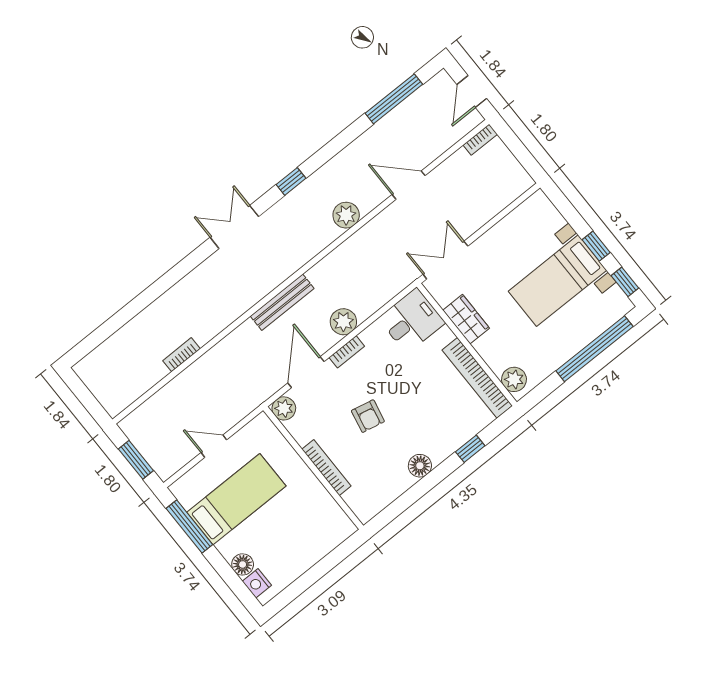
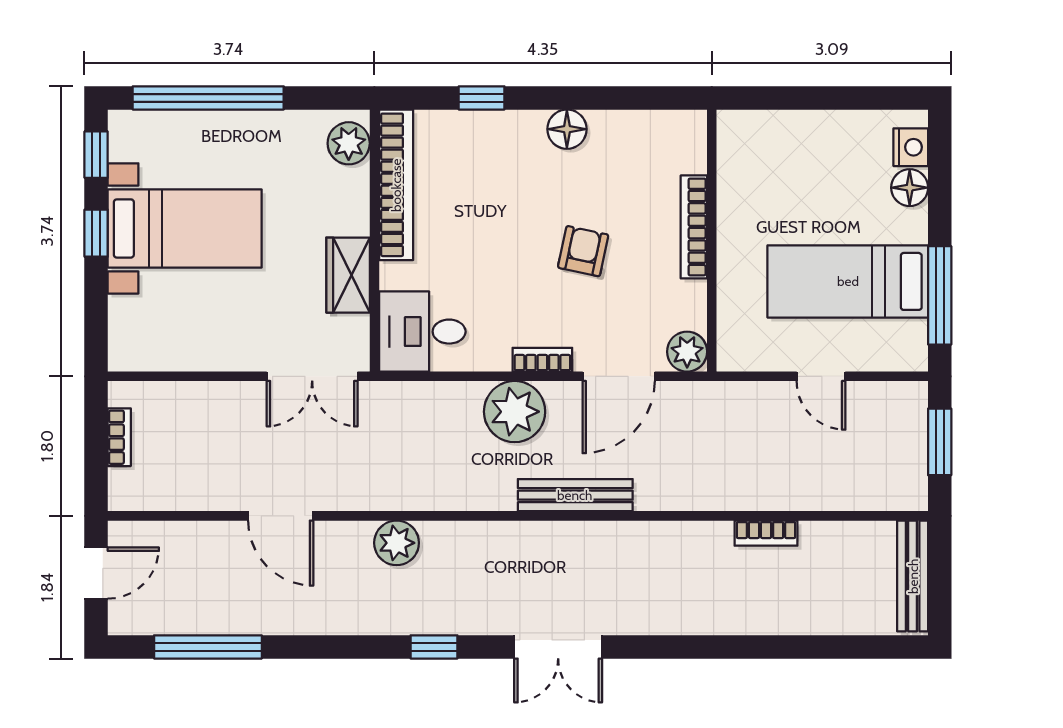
bookcase: (480, 140) -> (119, 437), moved, turned 90
plant: (343, 322) -> (515, 412), width x1.36, depth x1.36
bench: (99, 389) -> (913, 576), added

